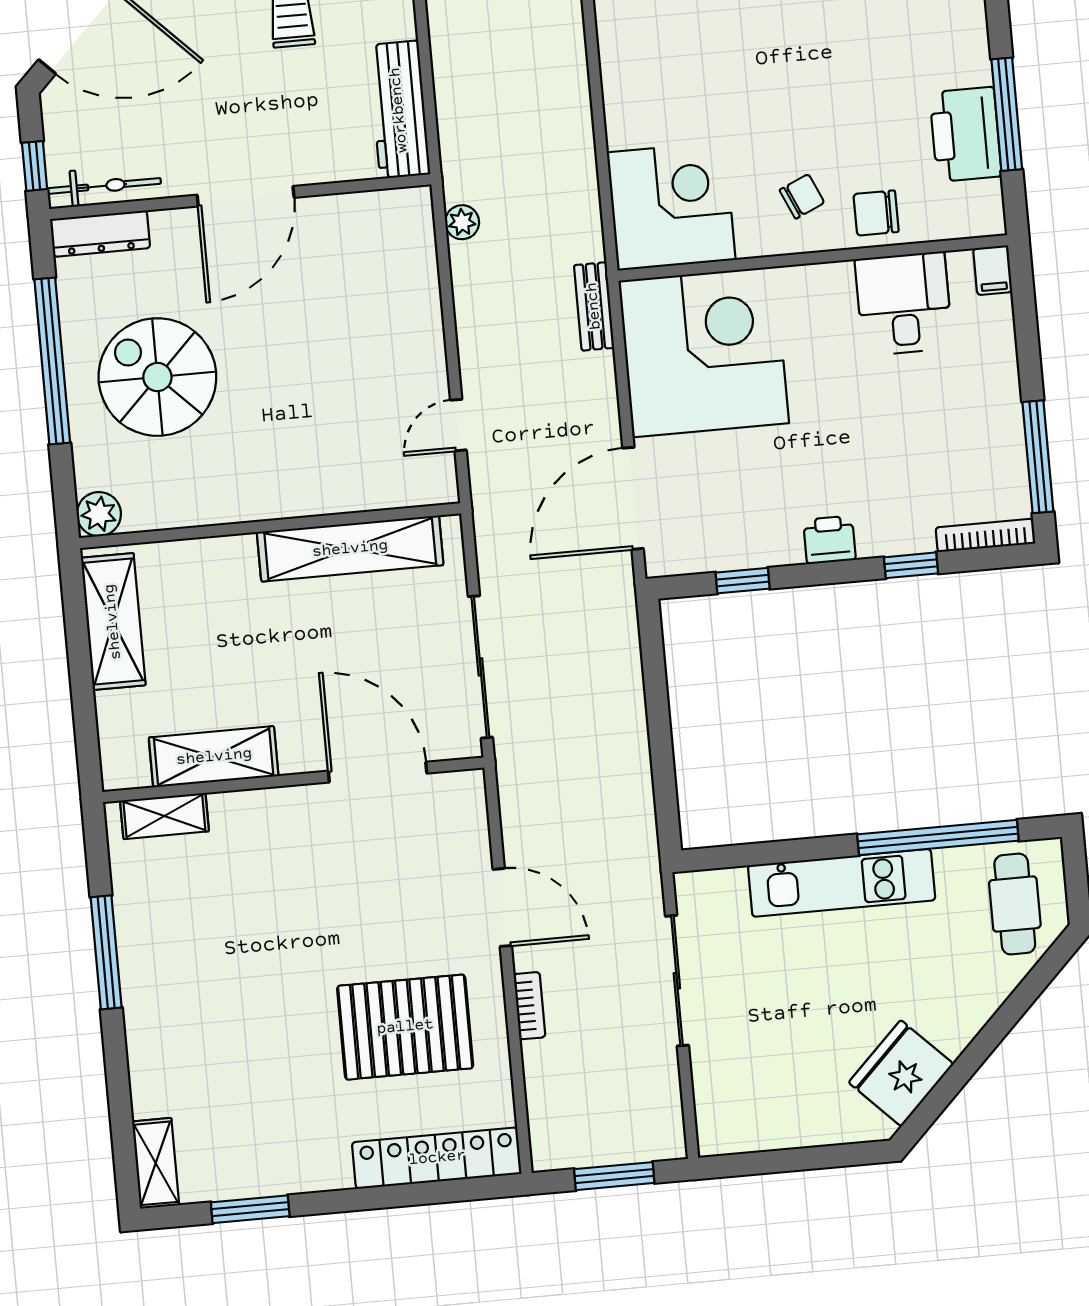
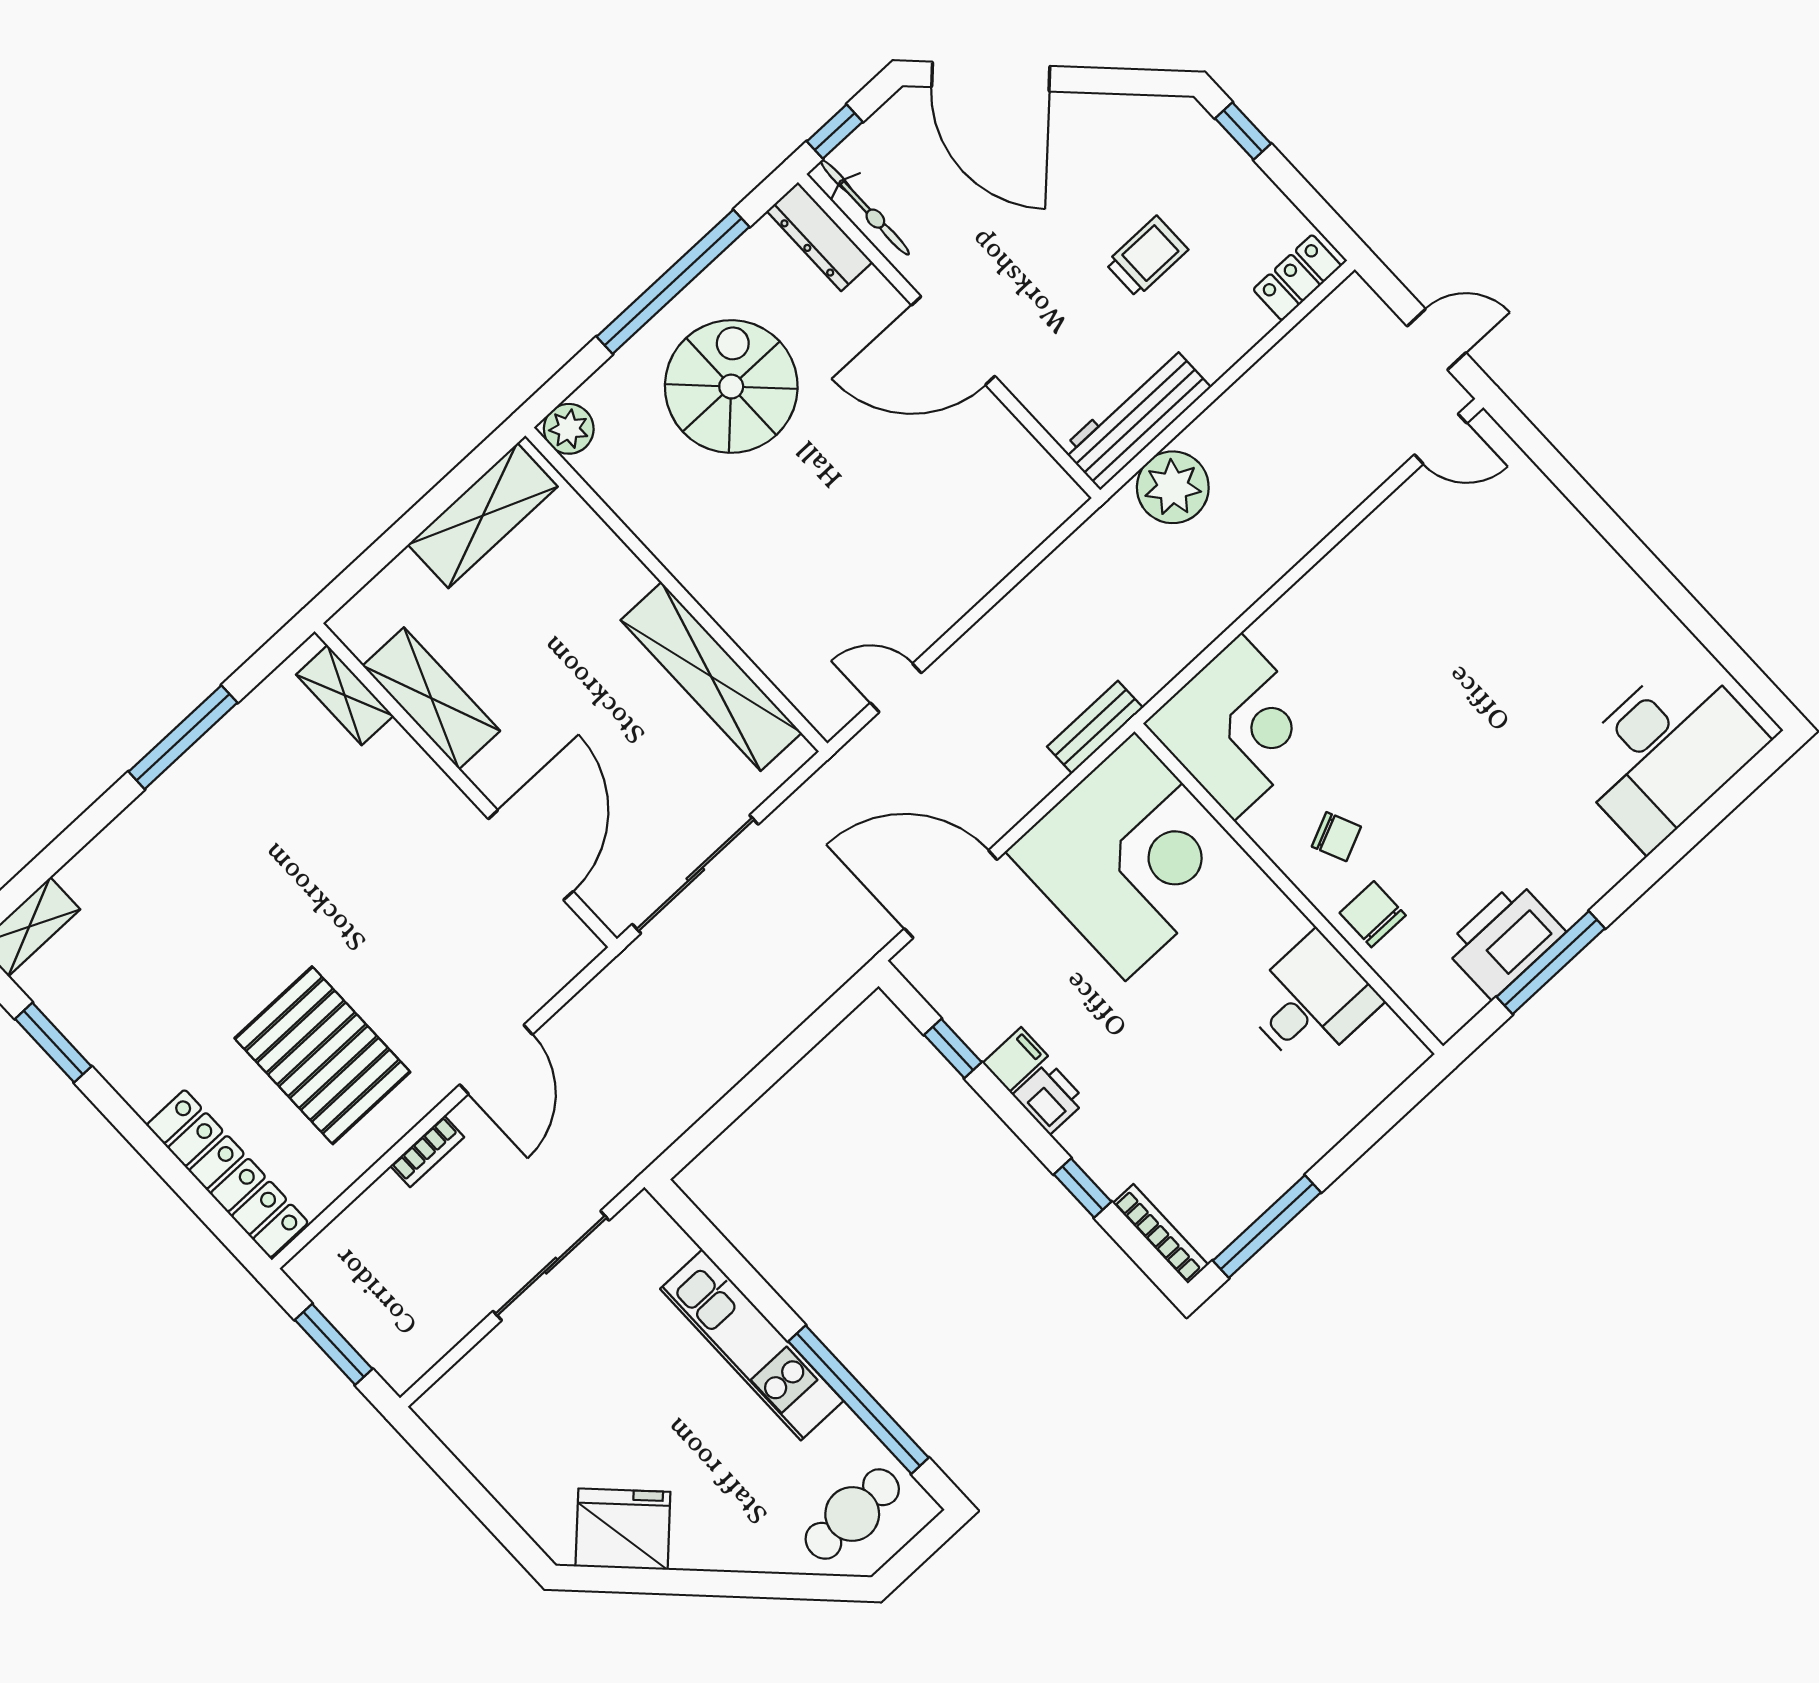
plant: (462, 222) -> (1173, 487), moved, width x1.88, depth x1.88
filing cabinet: (993, 270) -> (1015, 1059), moved, turned 180

